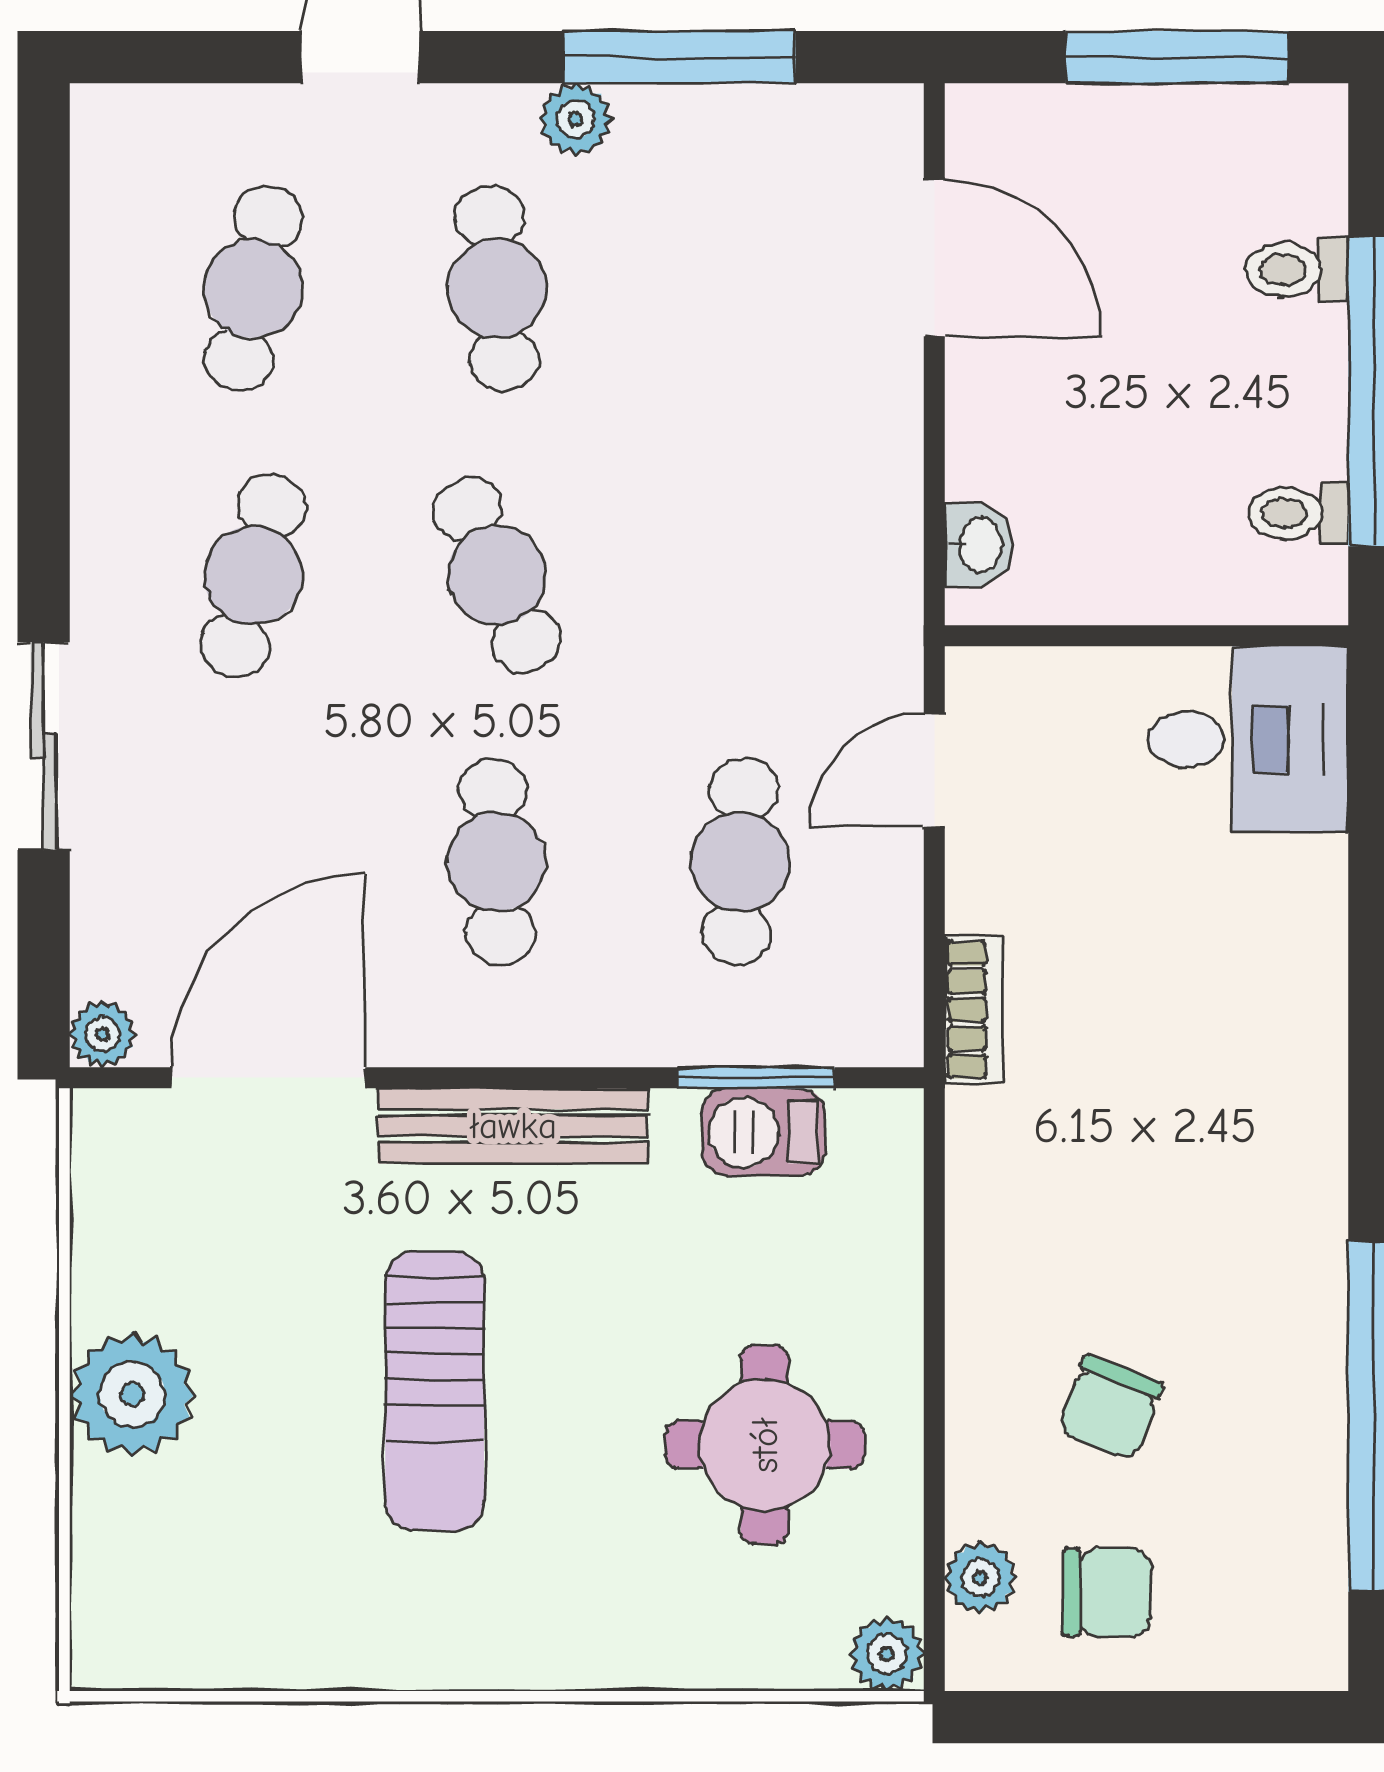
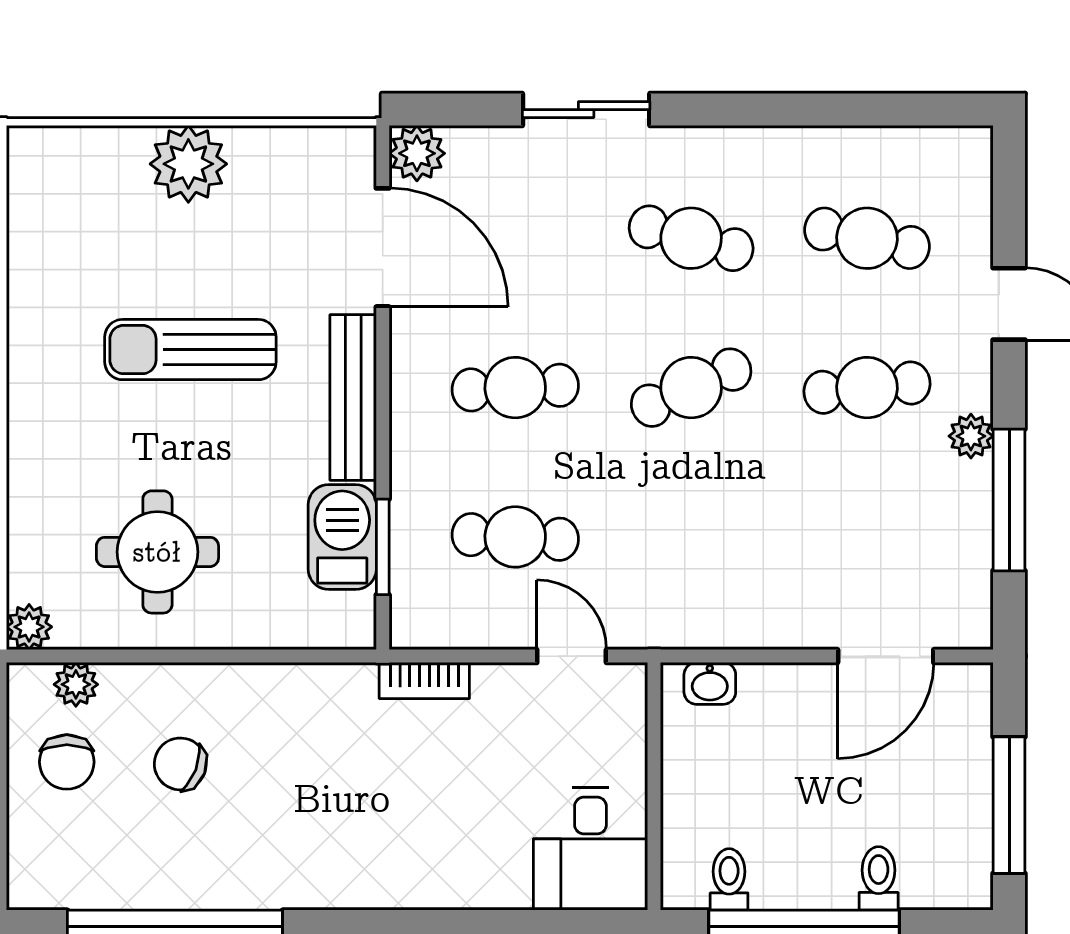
plant: (103, 1034) -> (417, 153), width x1.38, depth x1.38
barbecue: (763, 1132) -> (342, 537), width x1.38, depth x1.27

